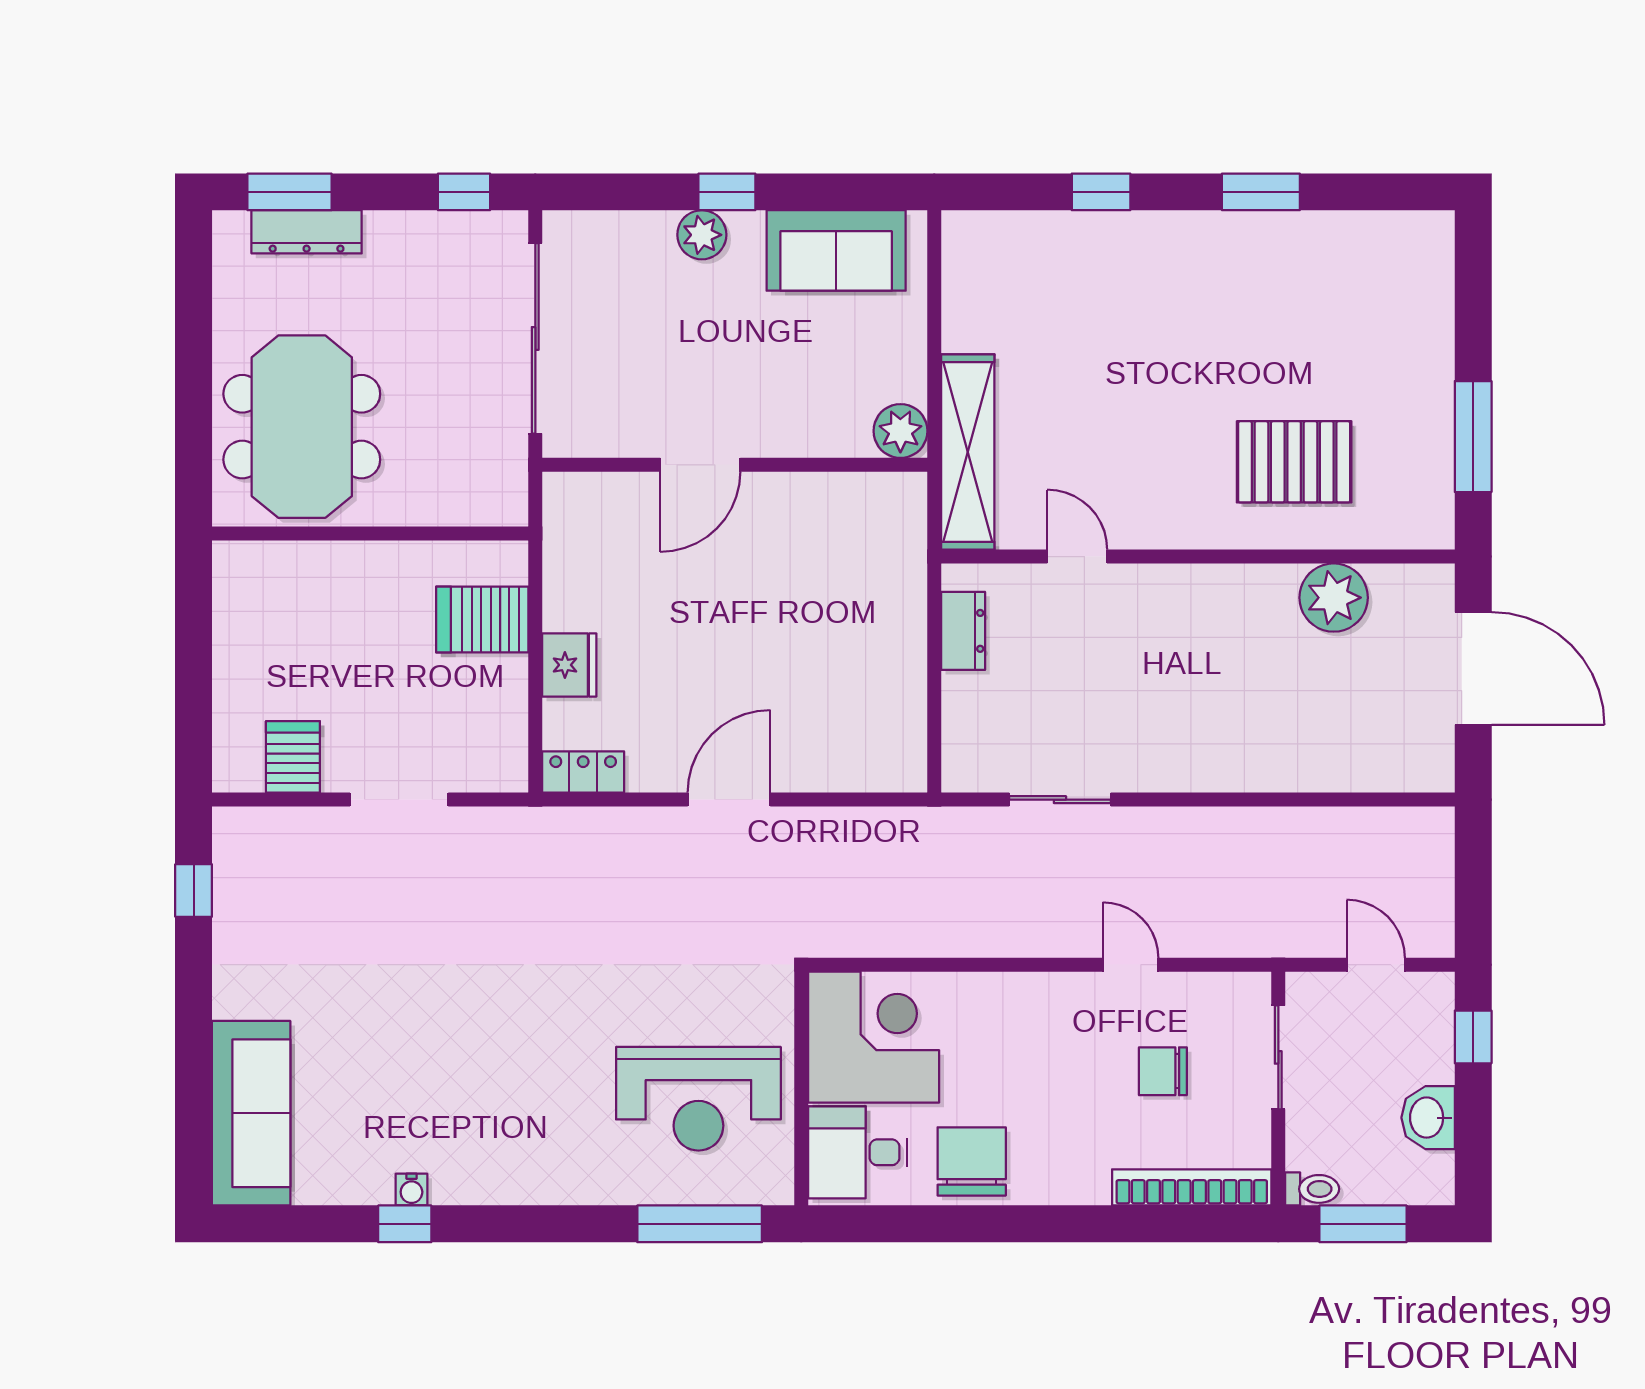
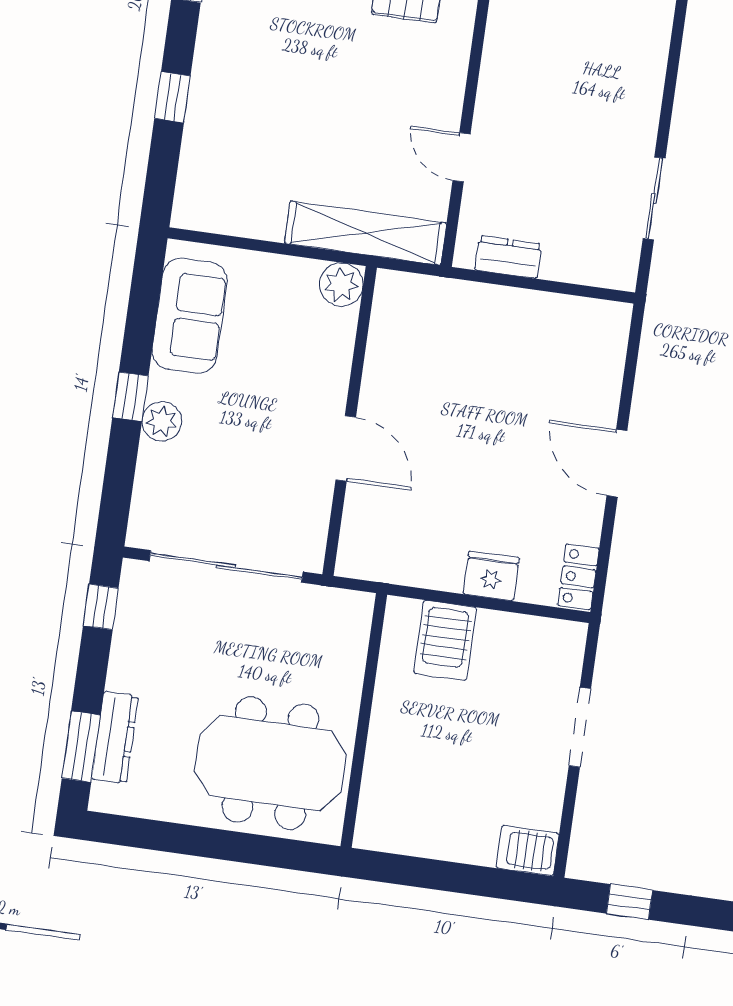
door: (1077, 557) -> (462, 157), hinge flipped
server rack: (293, 757) -> (528, 851), moved

